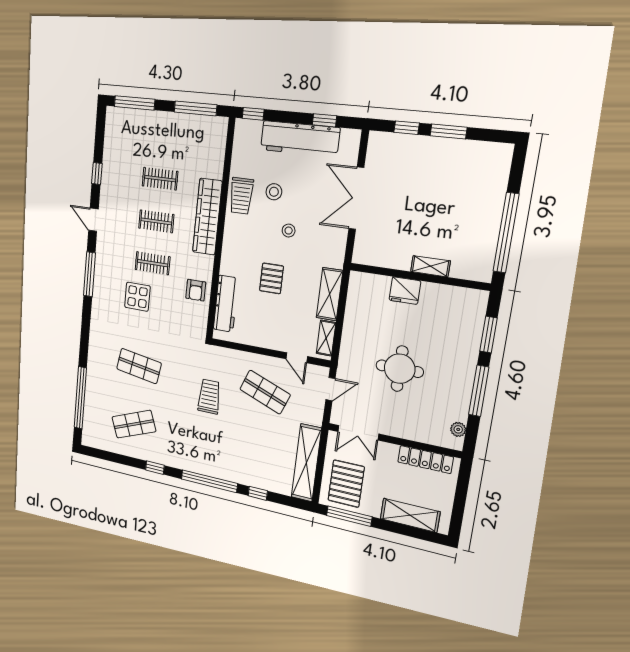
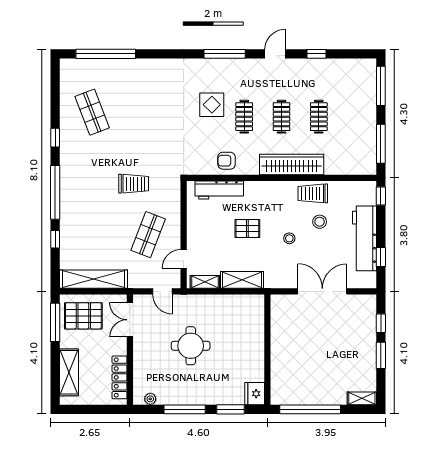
shelving: (430, 266) -> (362, 398), moved, turned 90
fridge: (405, 291) -> (255, 394), moved
shop shelf: (139, 366) -> (148, 112), removed

